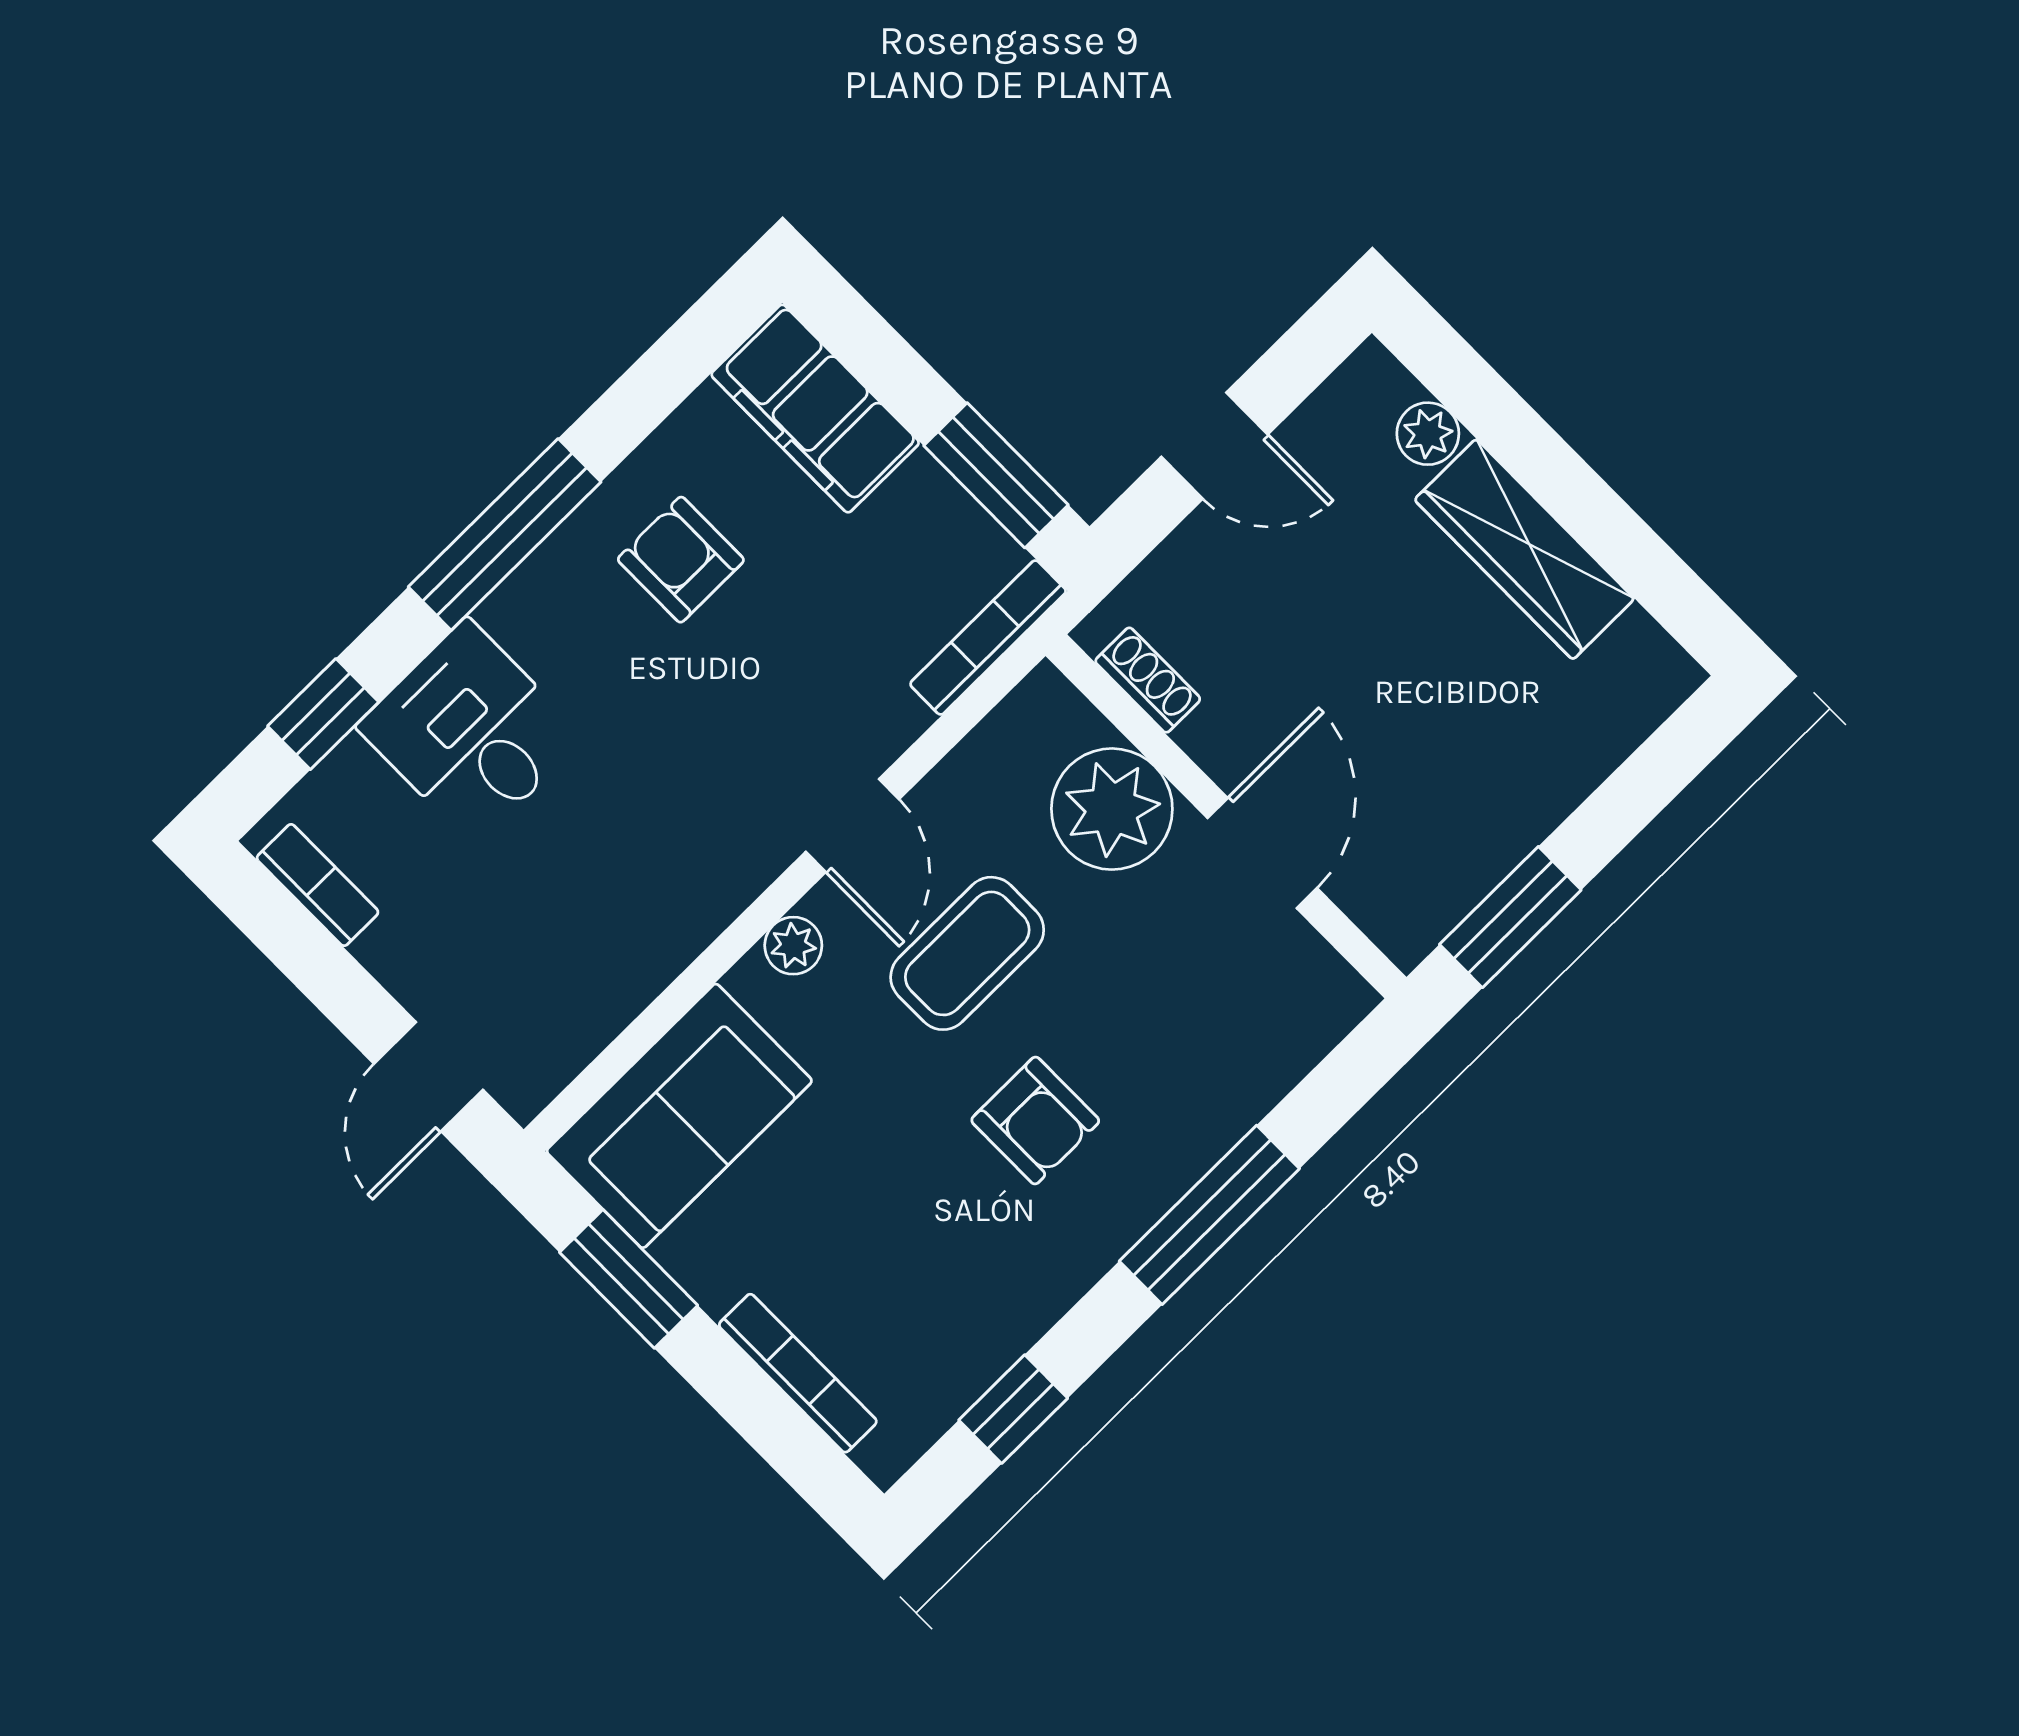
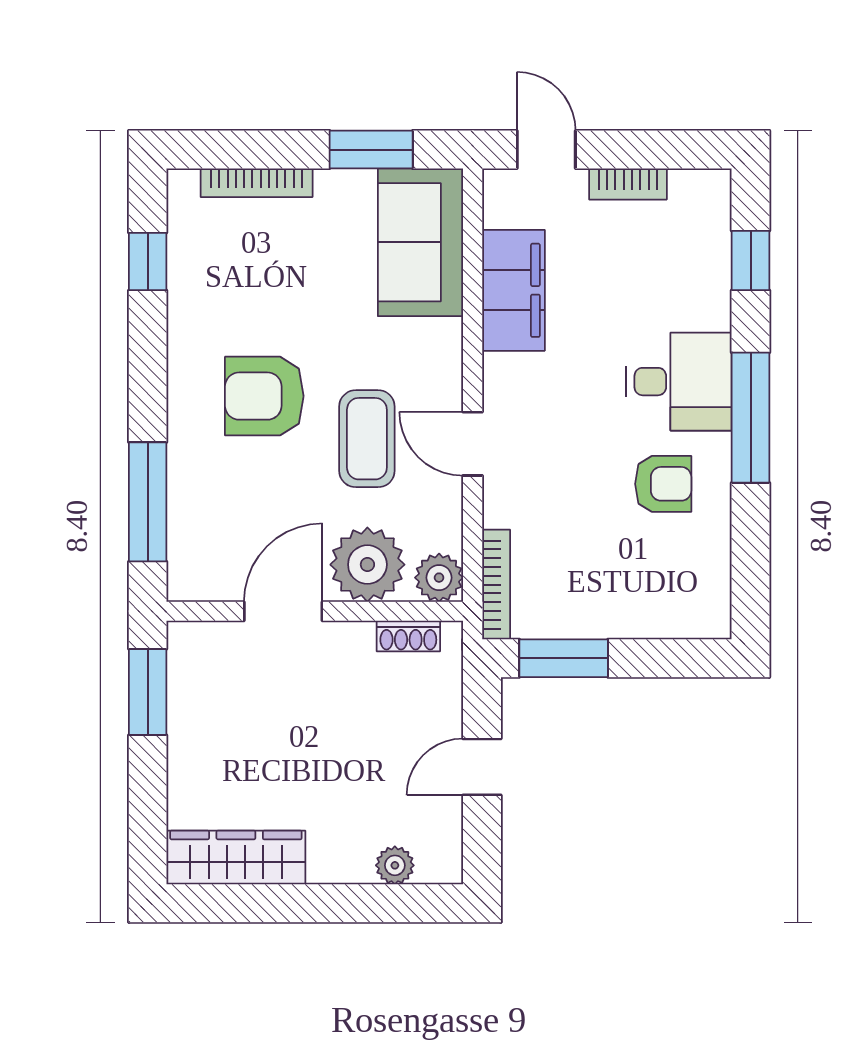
filing cabinet: (815, 409) -> (513, 290), moved, turned 90
wardrobe: (1524, 549) -> (236, 858), moved
desk: (471, 732) -> (679, 382), moved
door: (1262, 853) -> (283, 611), swing flipped
bookcase: (318, 885) -> (628, 184), moved
plant: (793, 946) -> (439, 578), moved, width x1.38, depth x1.38
armchair: (1035, 1121) -> (264, 396), width x1.38, depth x1.38
window: (1209, 1215) -> (148, 502), moved

